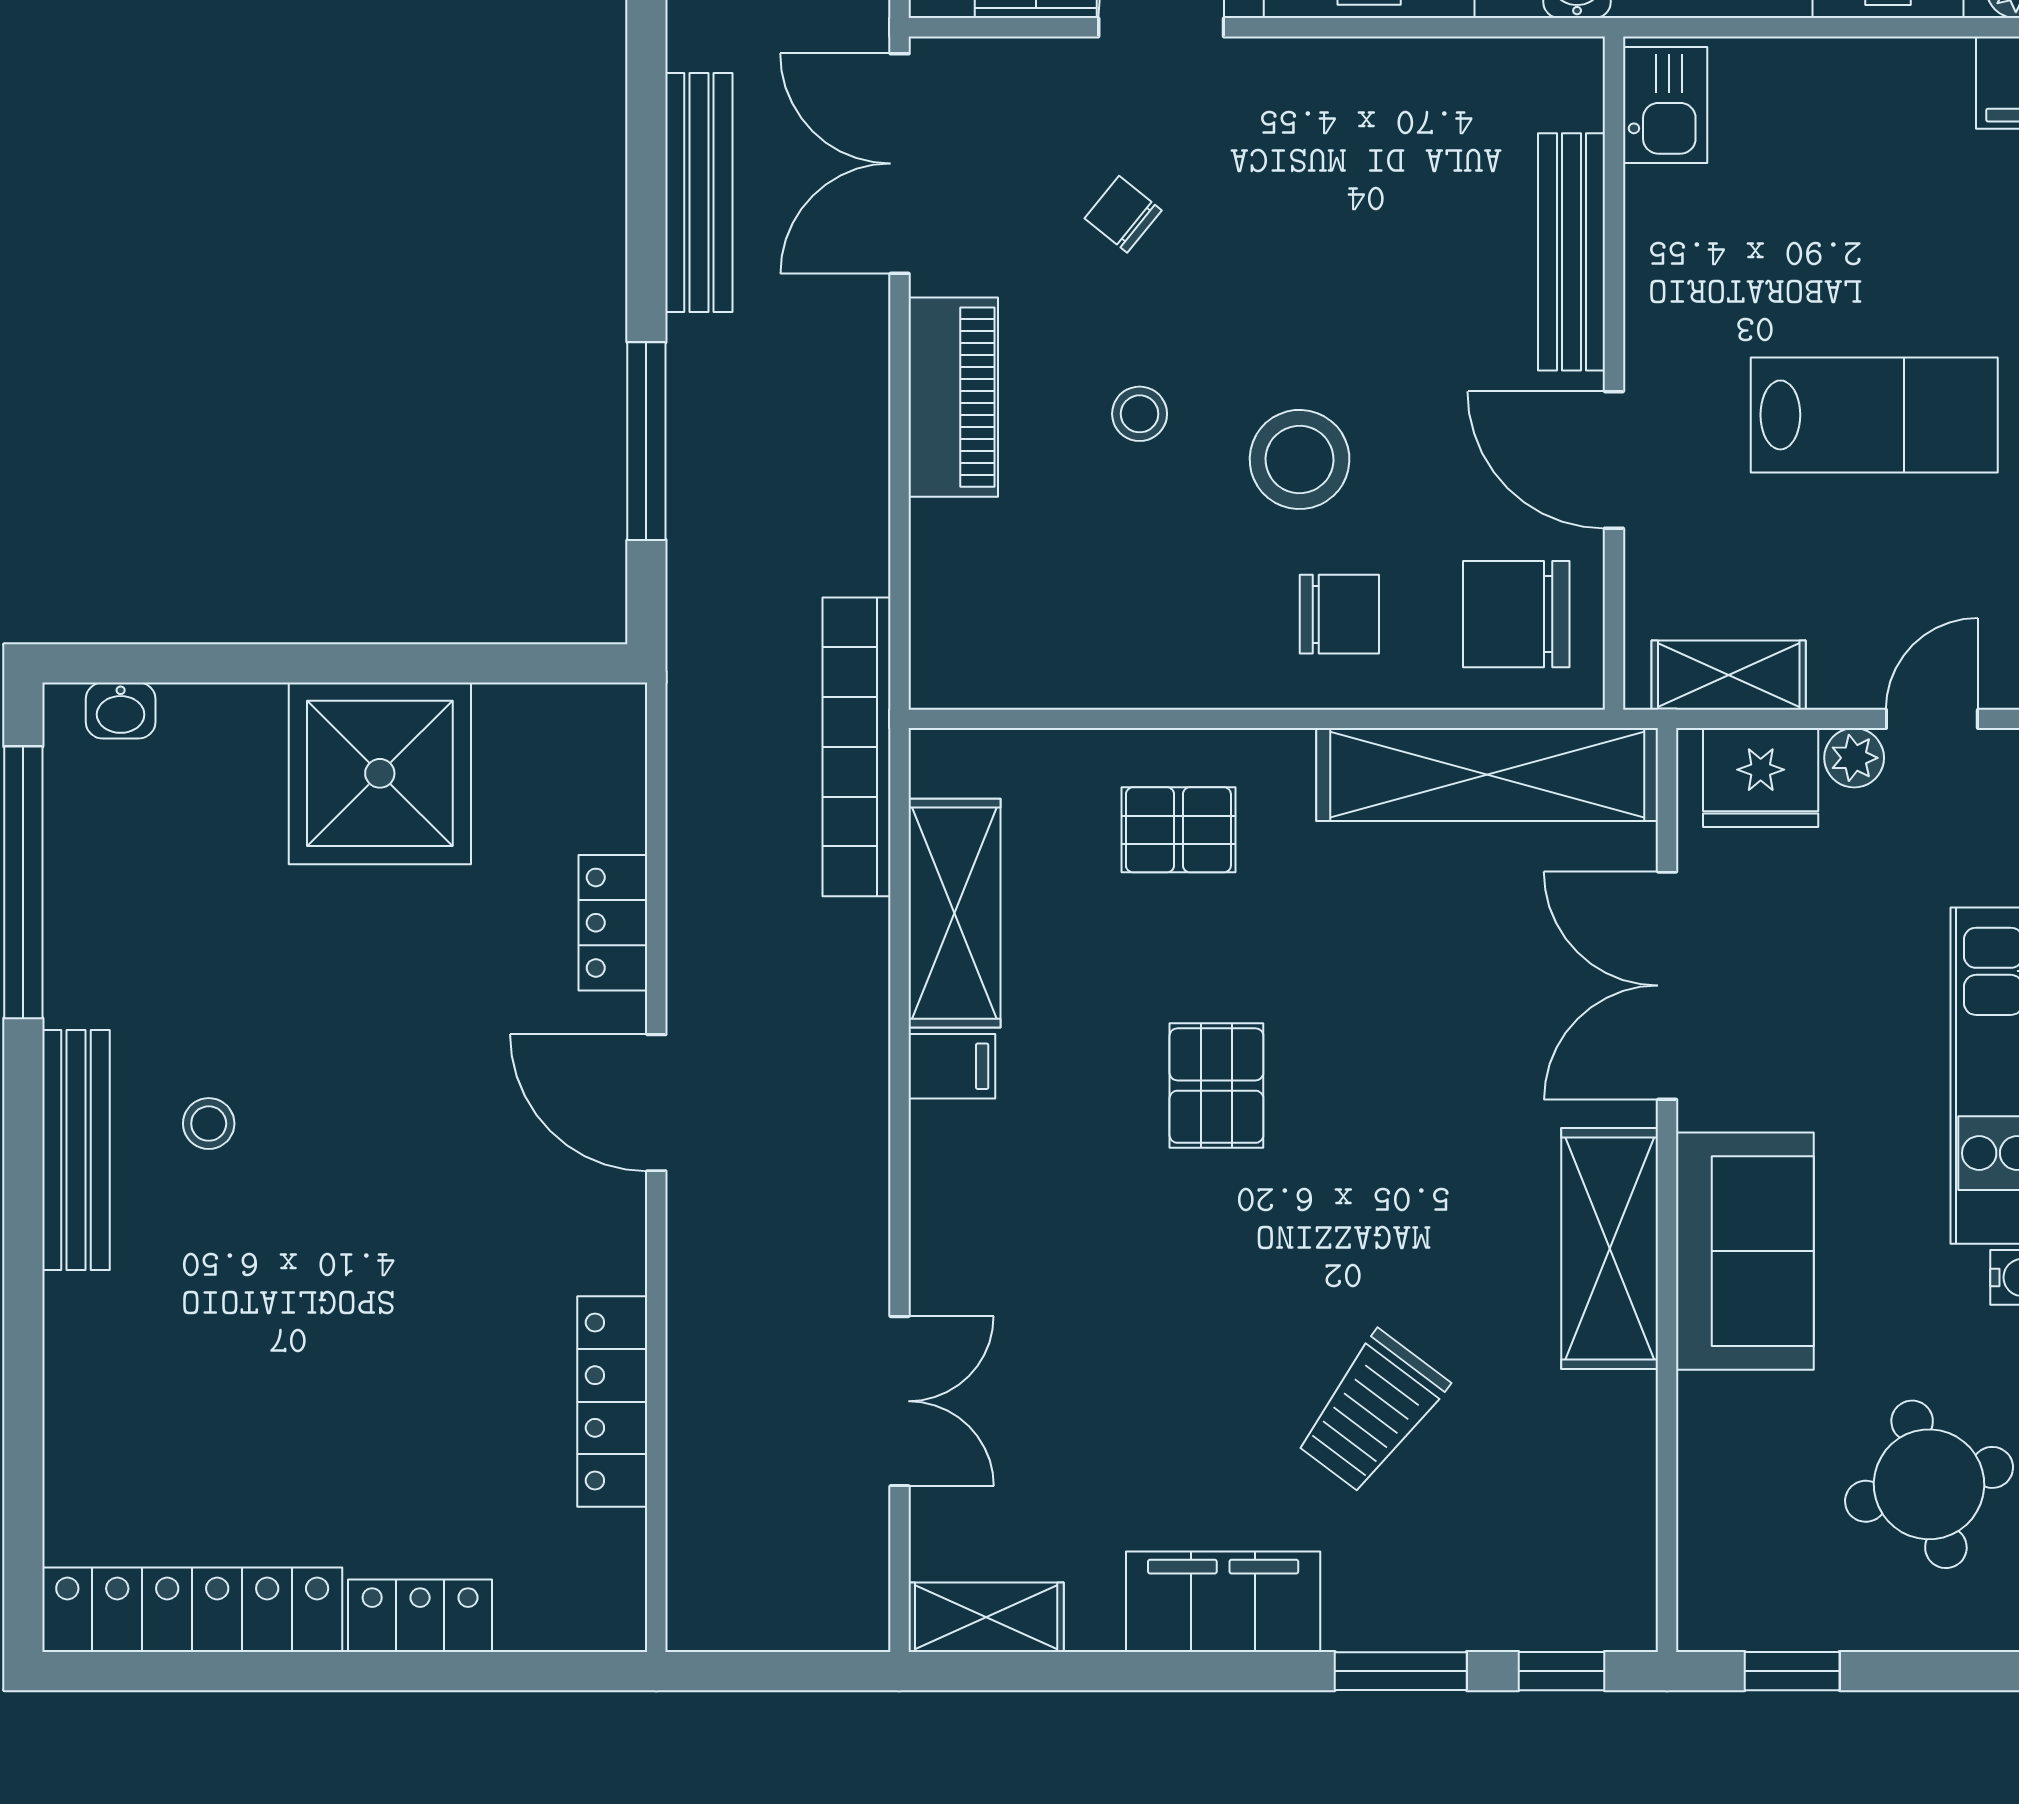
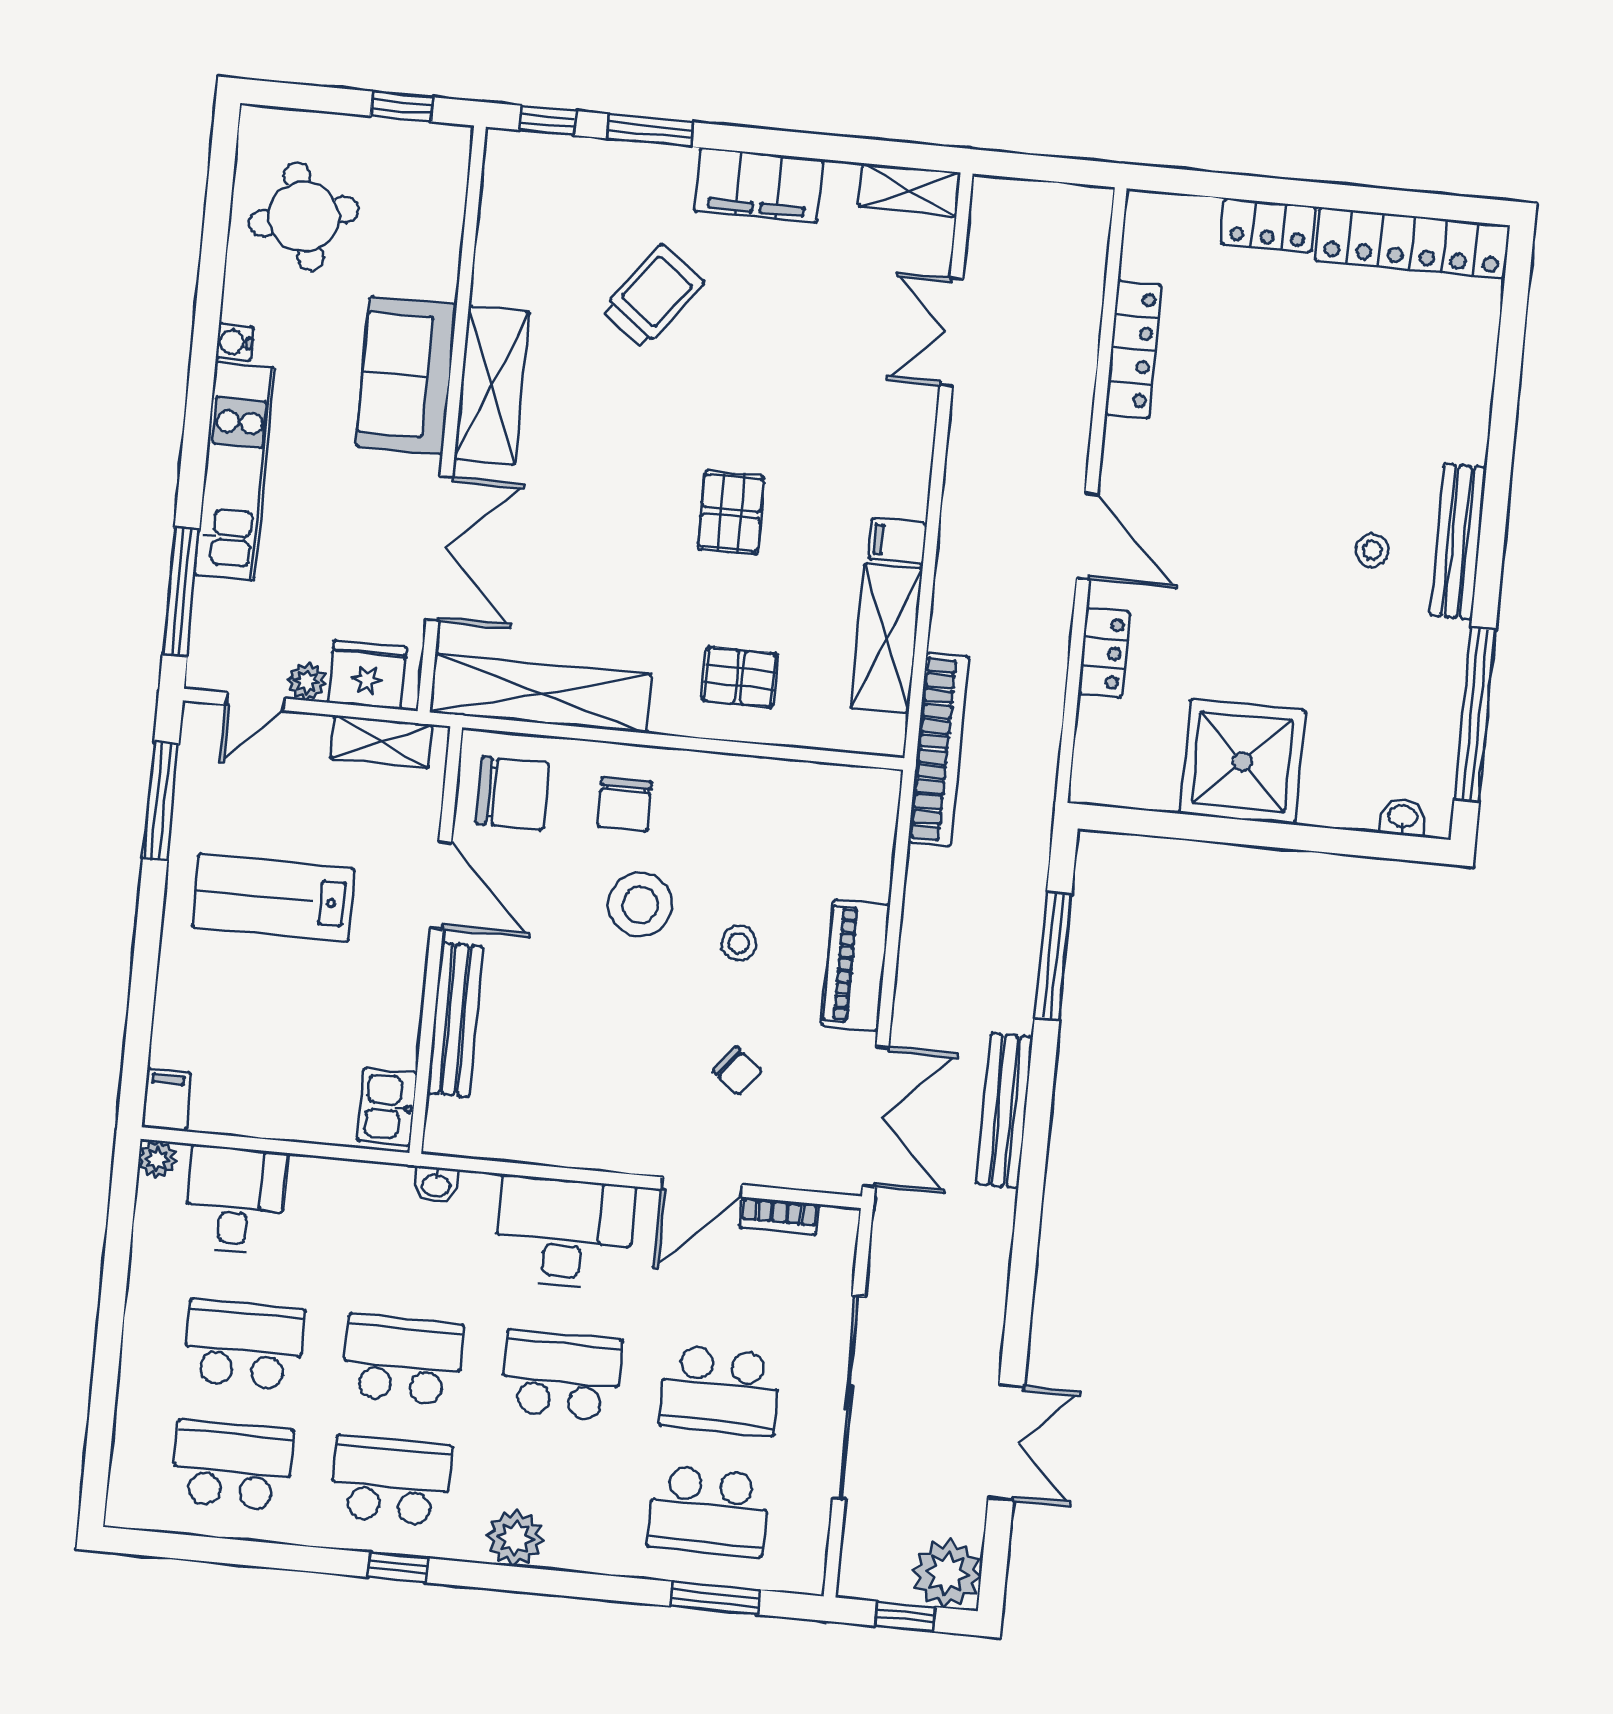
chair: (1339, 614) -> (624, 804), turned -90

